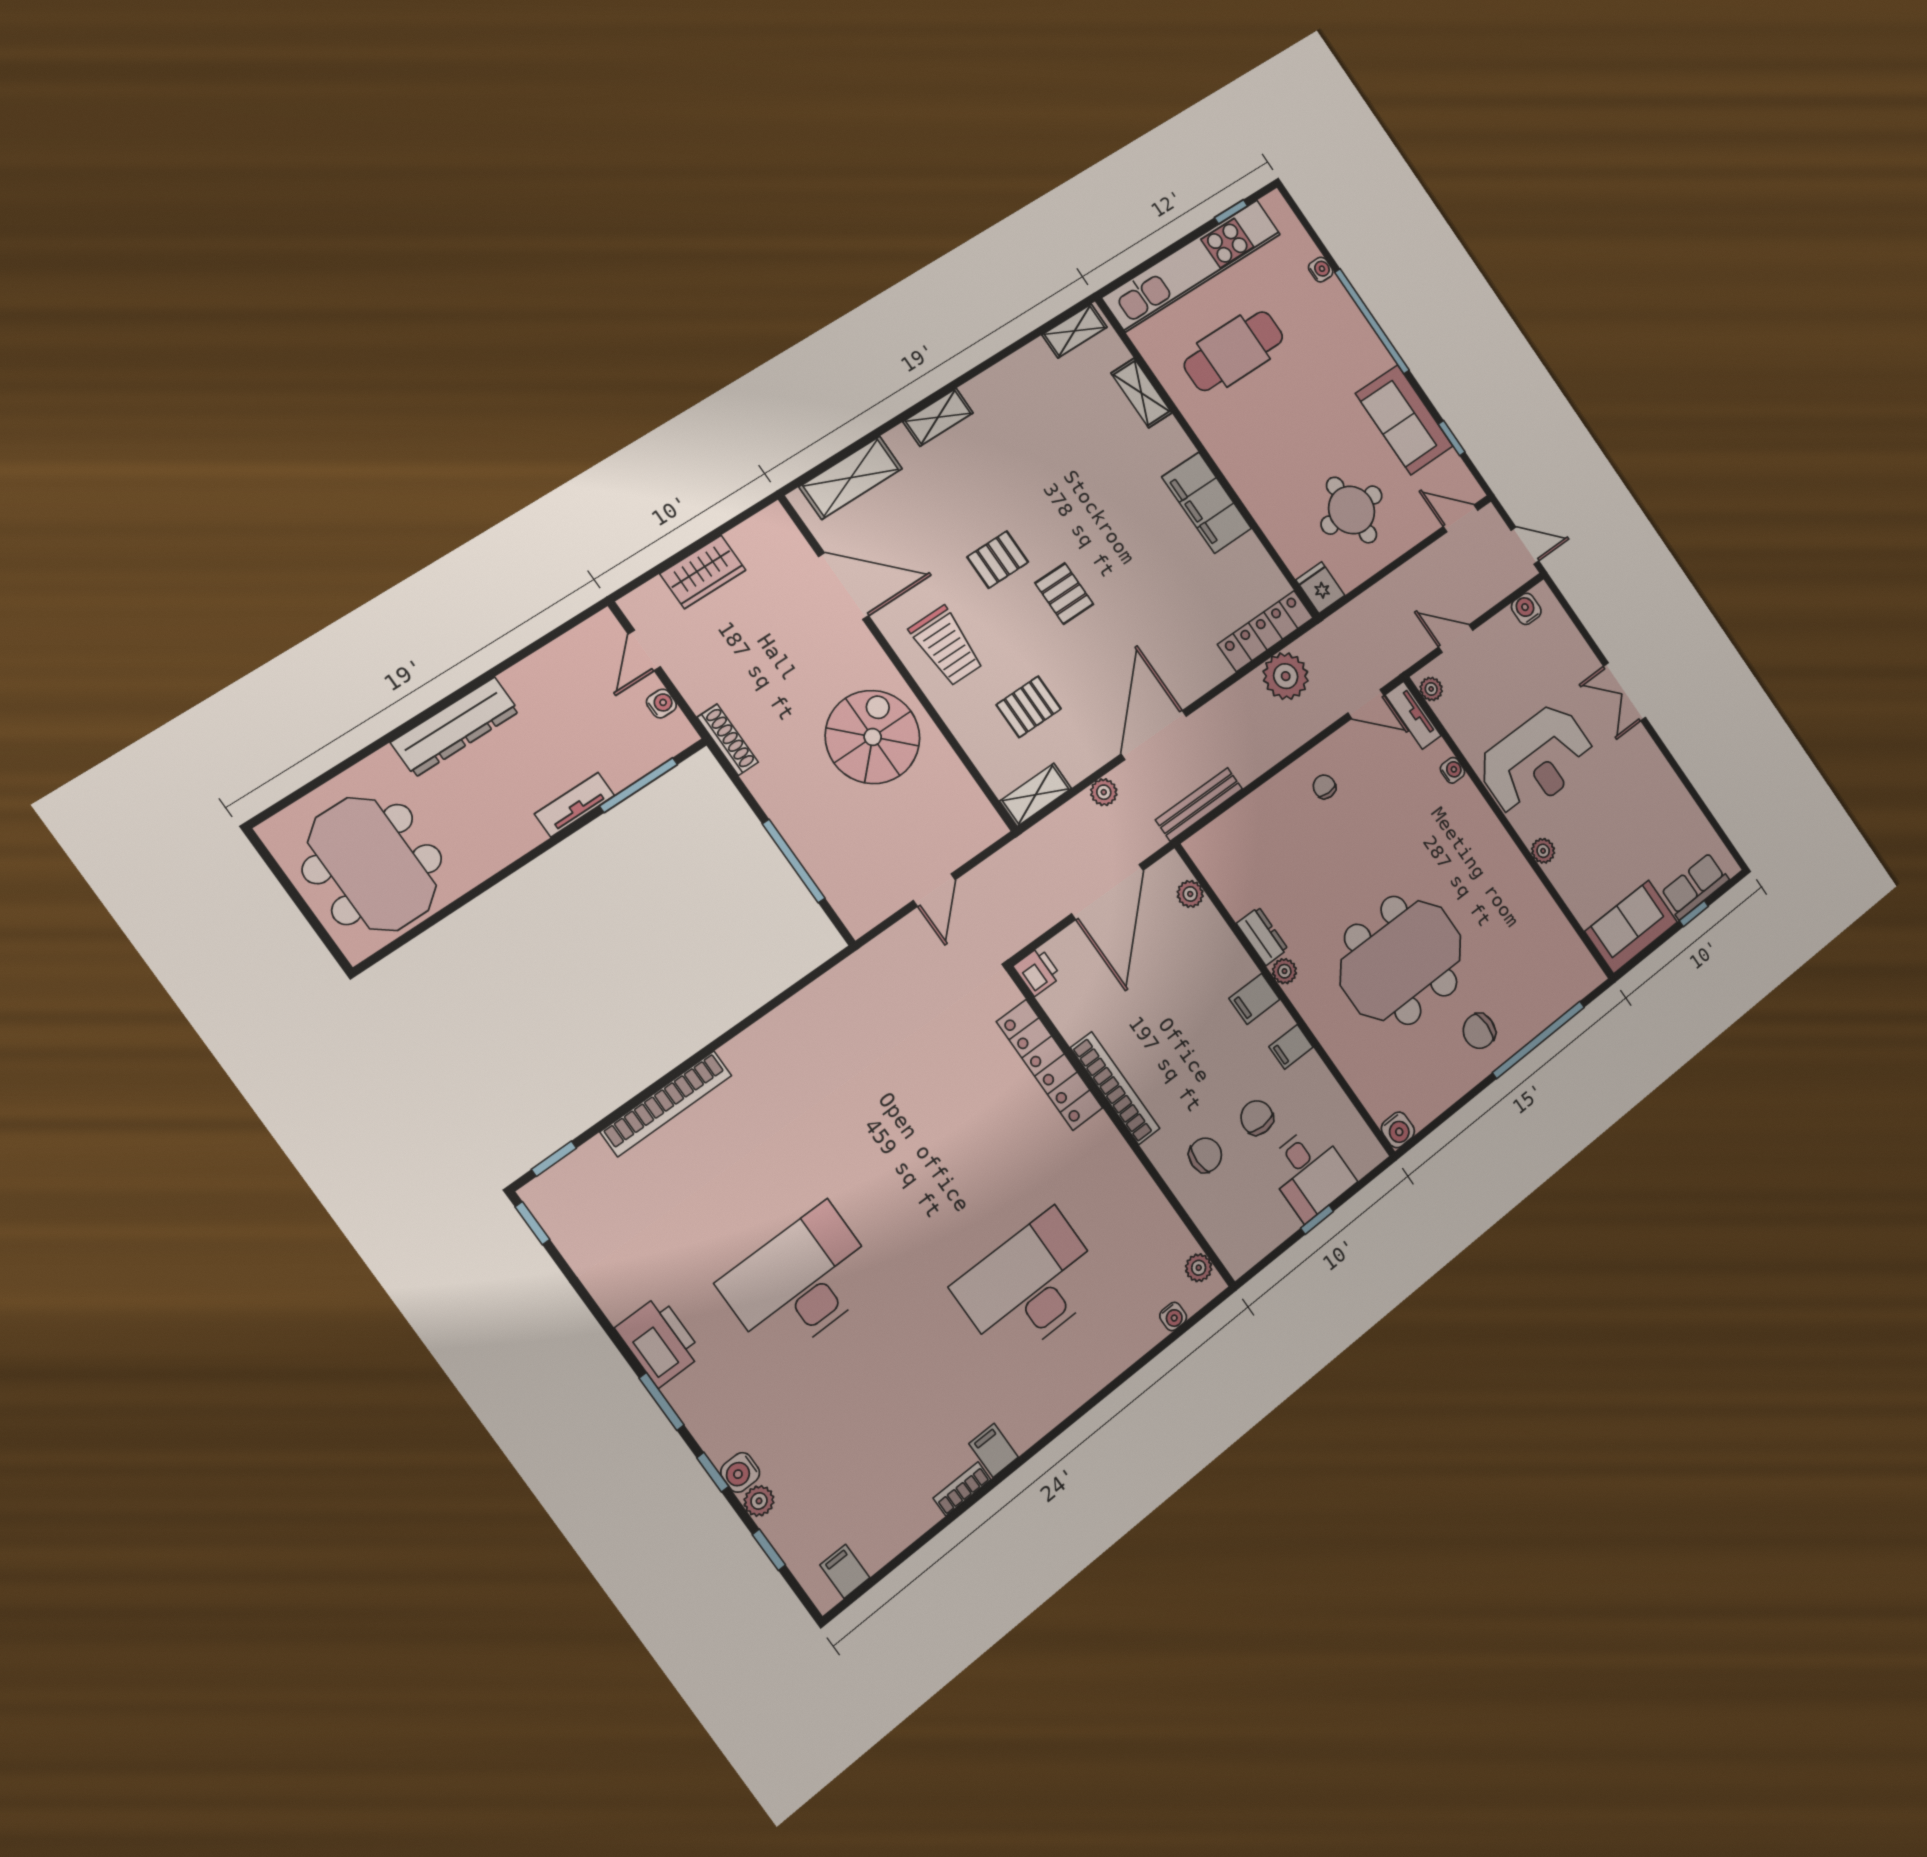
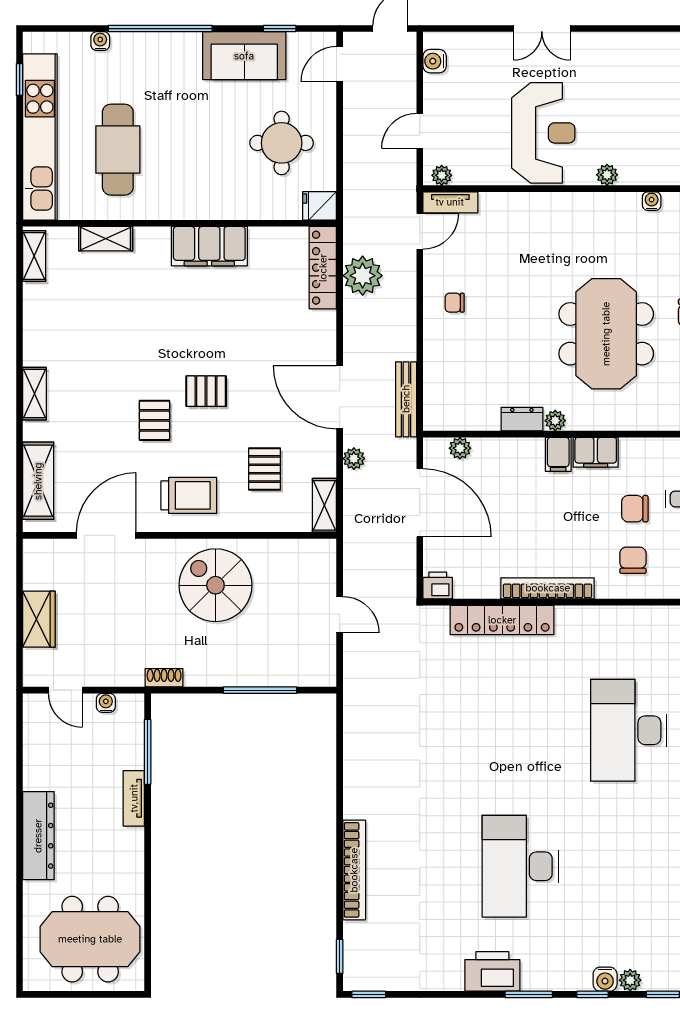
shoe rack: (728, 740) -> (164, 678), width x0.70
water cooler: (1452, 770) -> (652, 201), moved
filing cabinet: (1291, 1047) -> (596, 452), width x2.00

